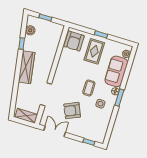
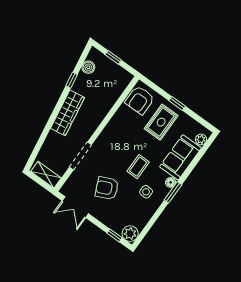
double door: (55, 131) -> (75, 207), swing flipped
plant: (99, 137) -> (130, 234), added

